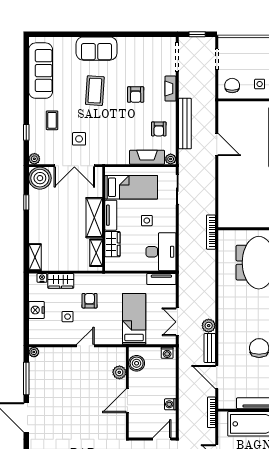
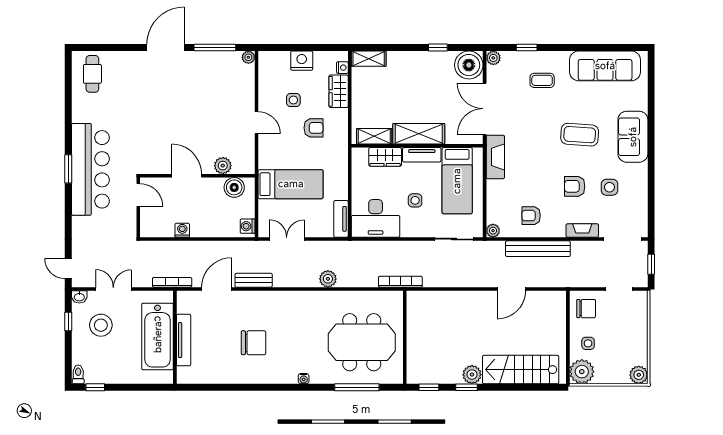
side table: (79, 139) -> (609, 187), moved
fireplace: (147, 157) -> (495, 157), moved
plant: (209, 326) -> (328, 279), moved
door: (162, 439) -> (138, 195), moved

